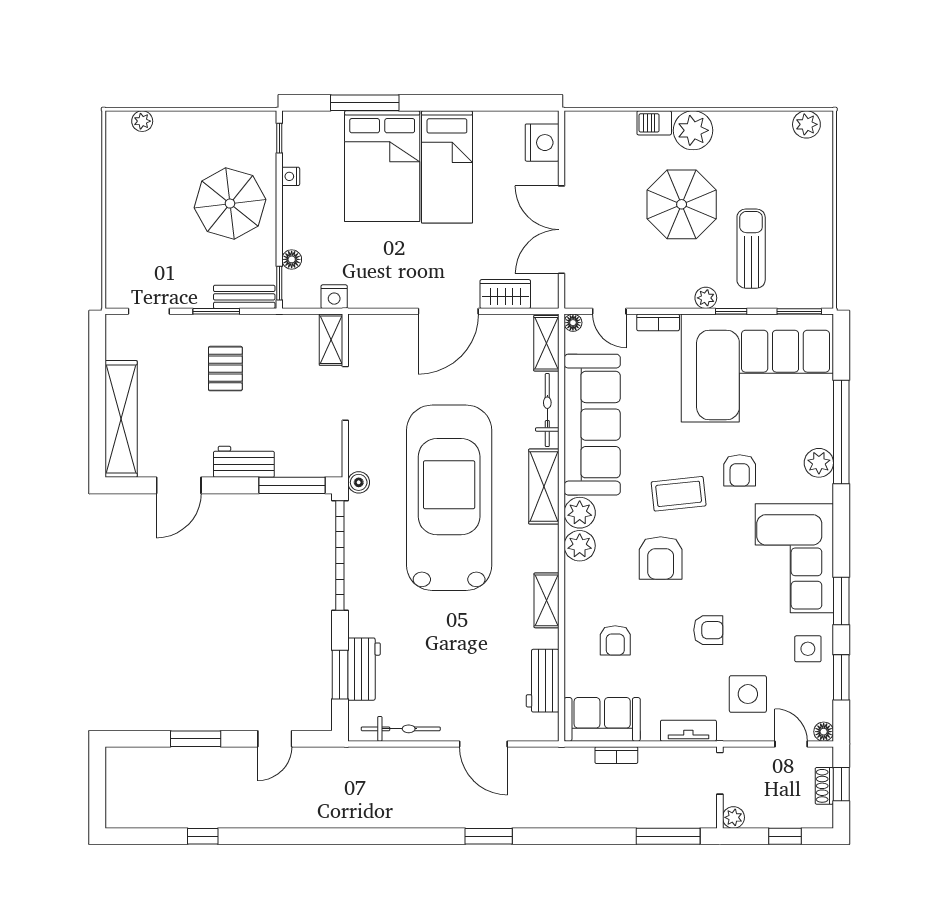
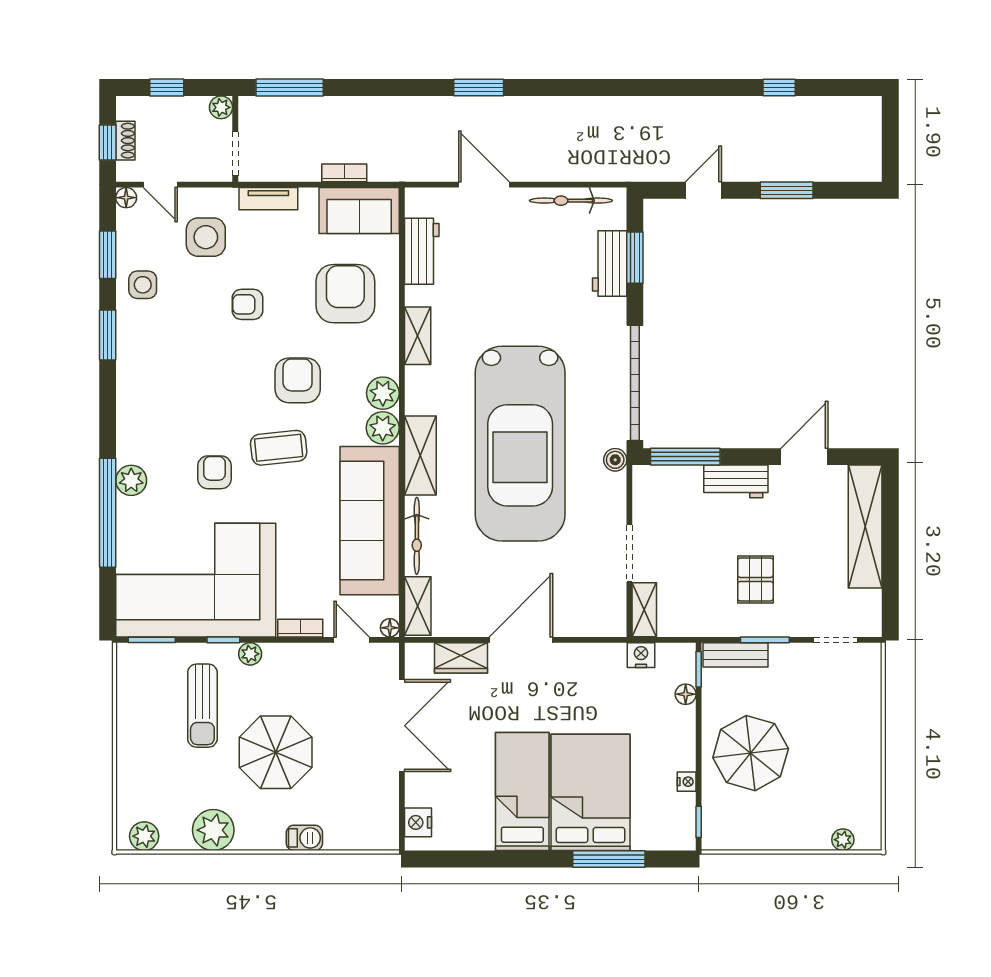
plant: (693, 130) -> (213, 830), moved
nightstand: (542, 143) -> (418, 822), width x0.74, depth x0.75
corner sofa: (794, 558) -> (157, 380), removed
armchair: (615, 640) -> (345, 294), width x1.88, depth x1.88

